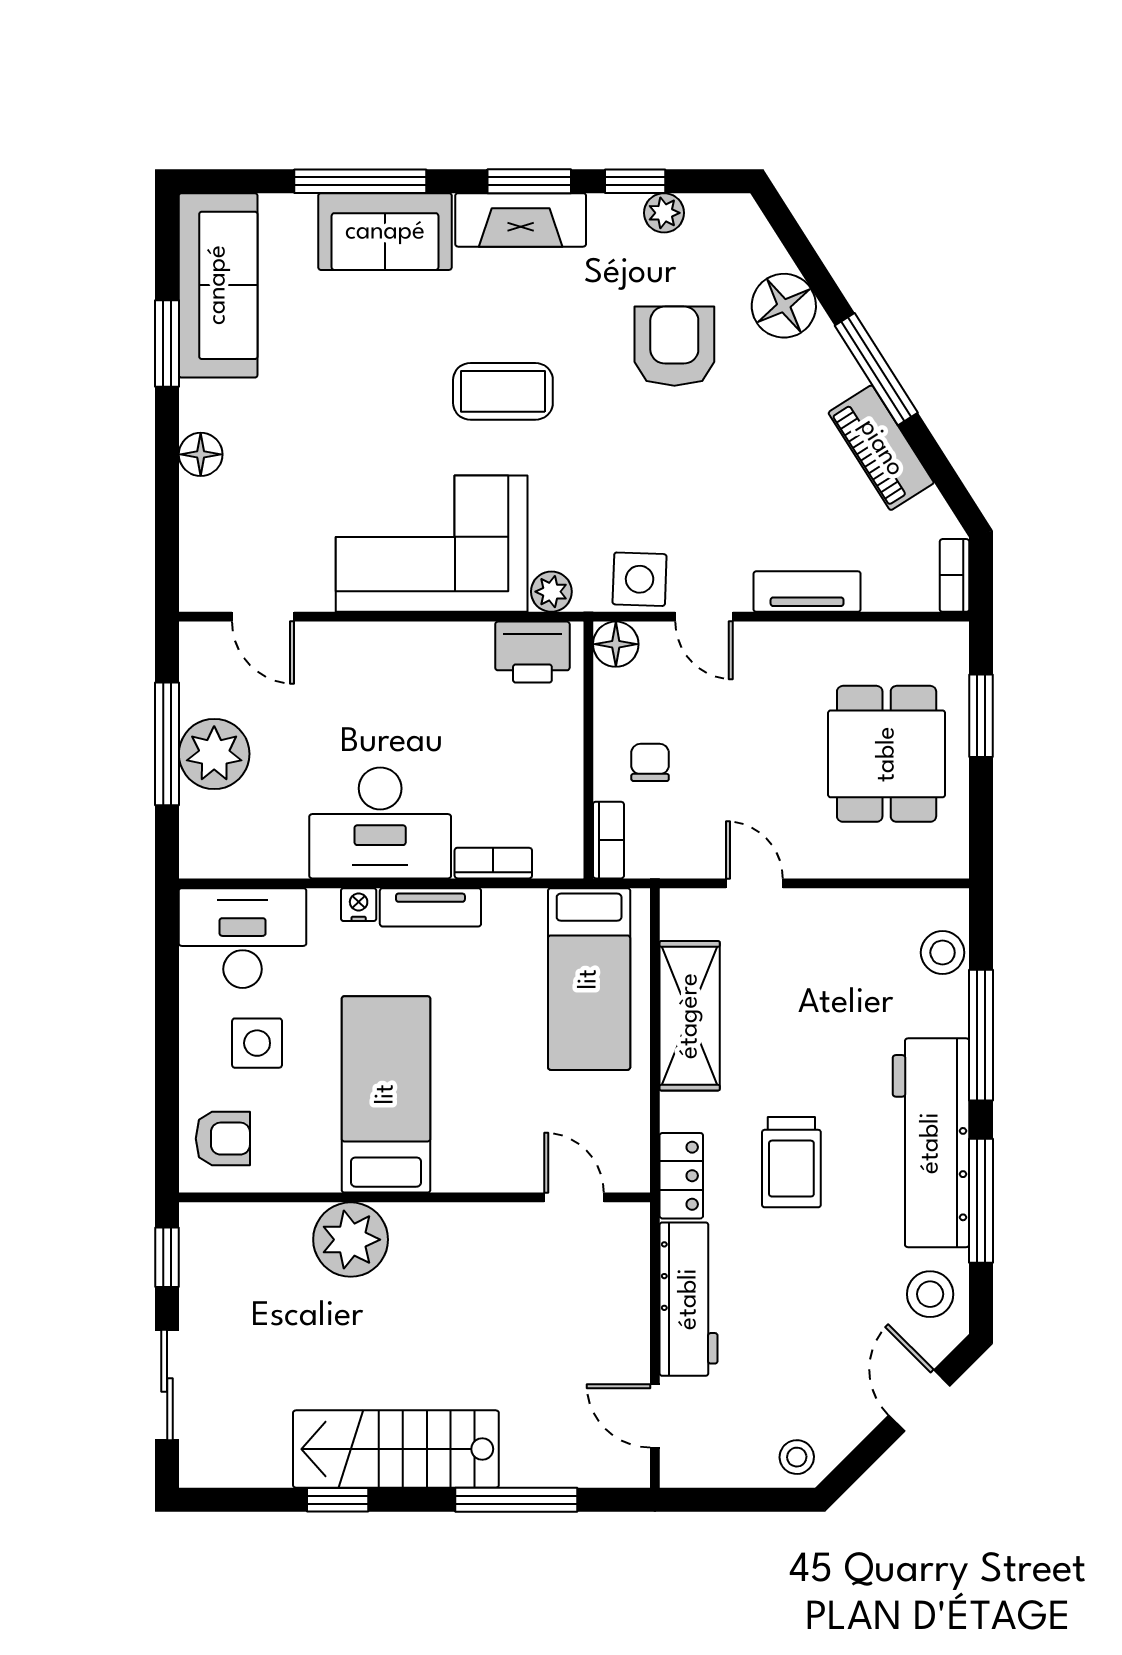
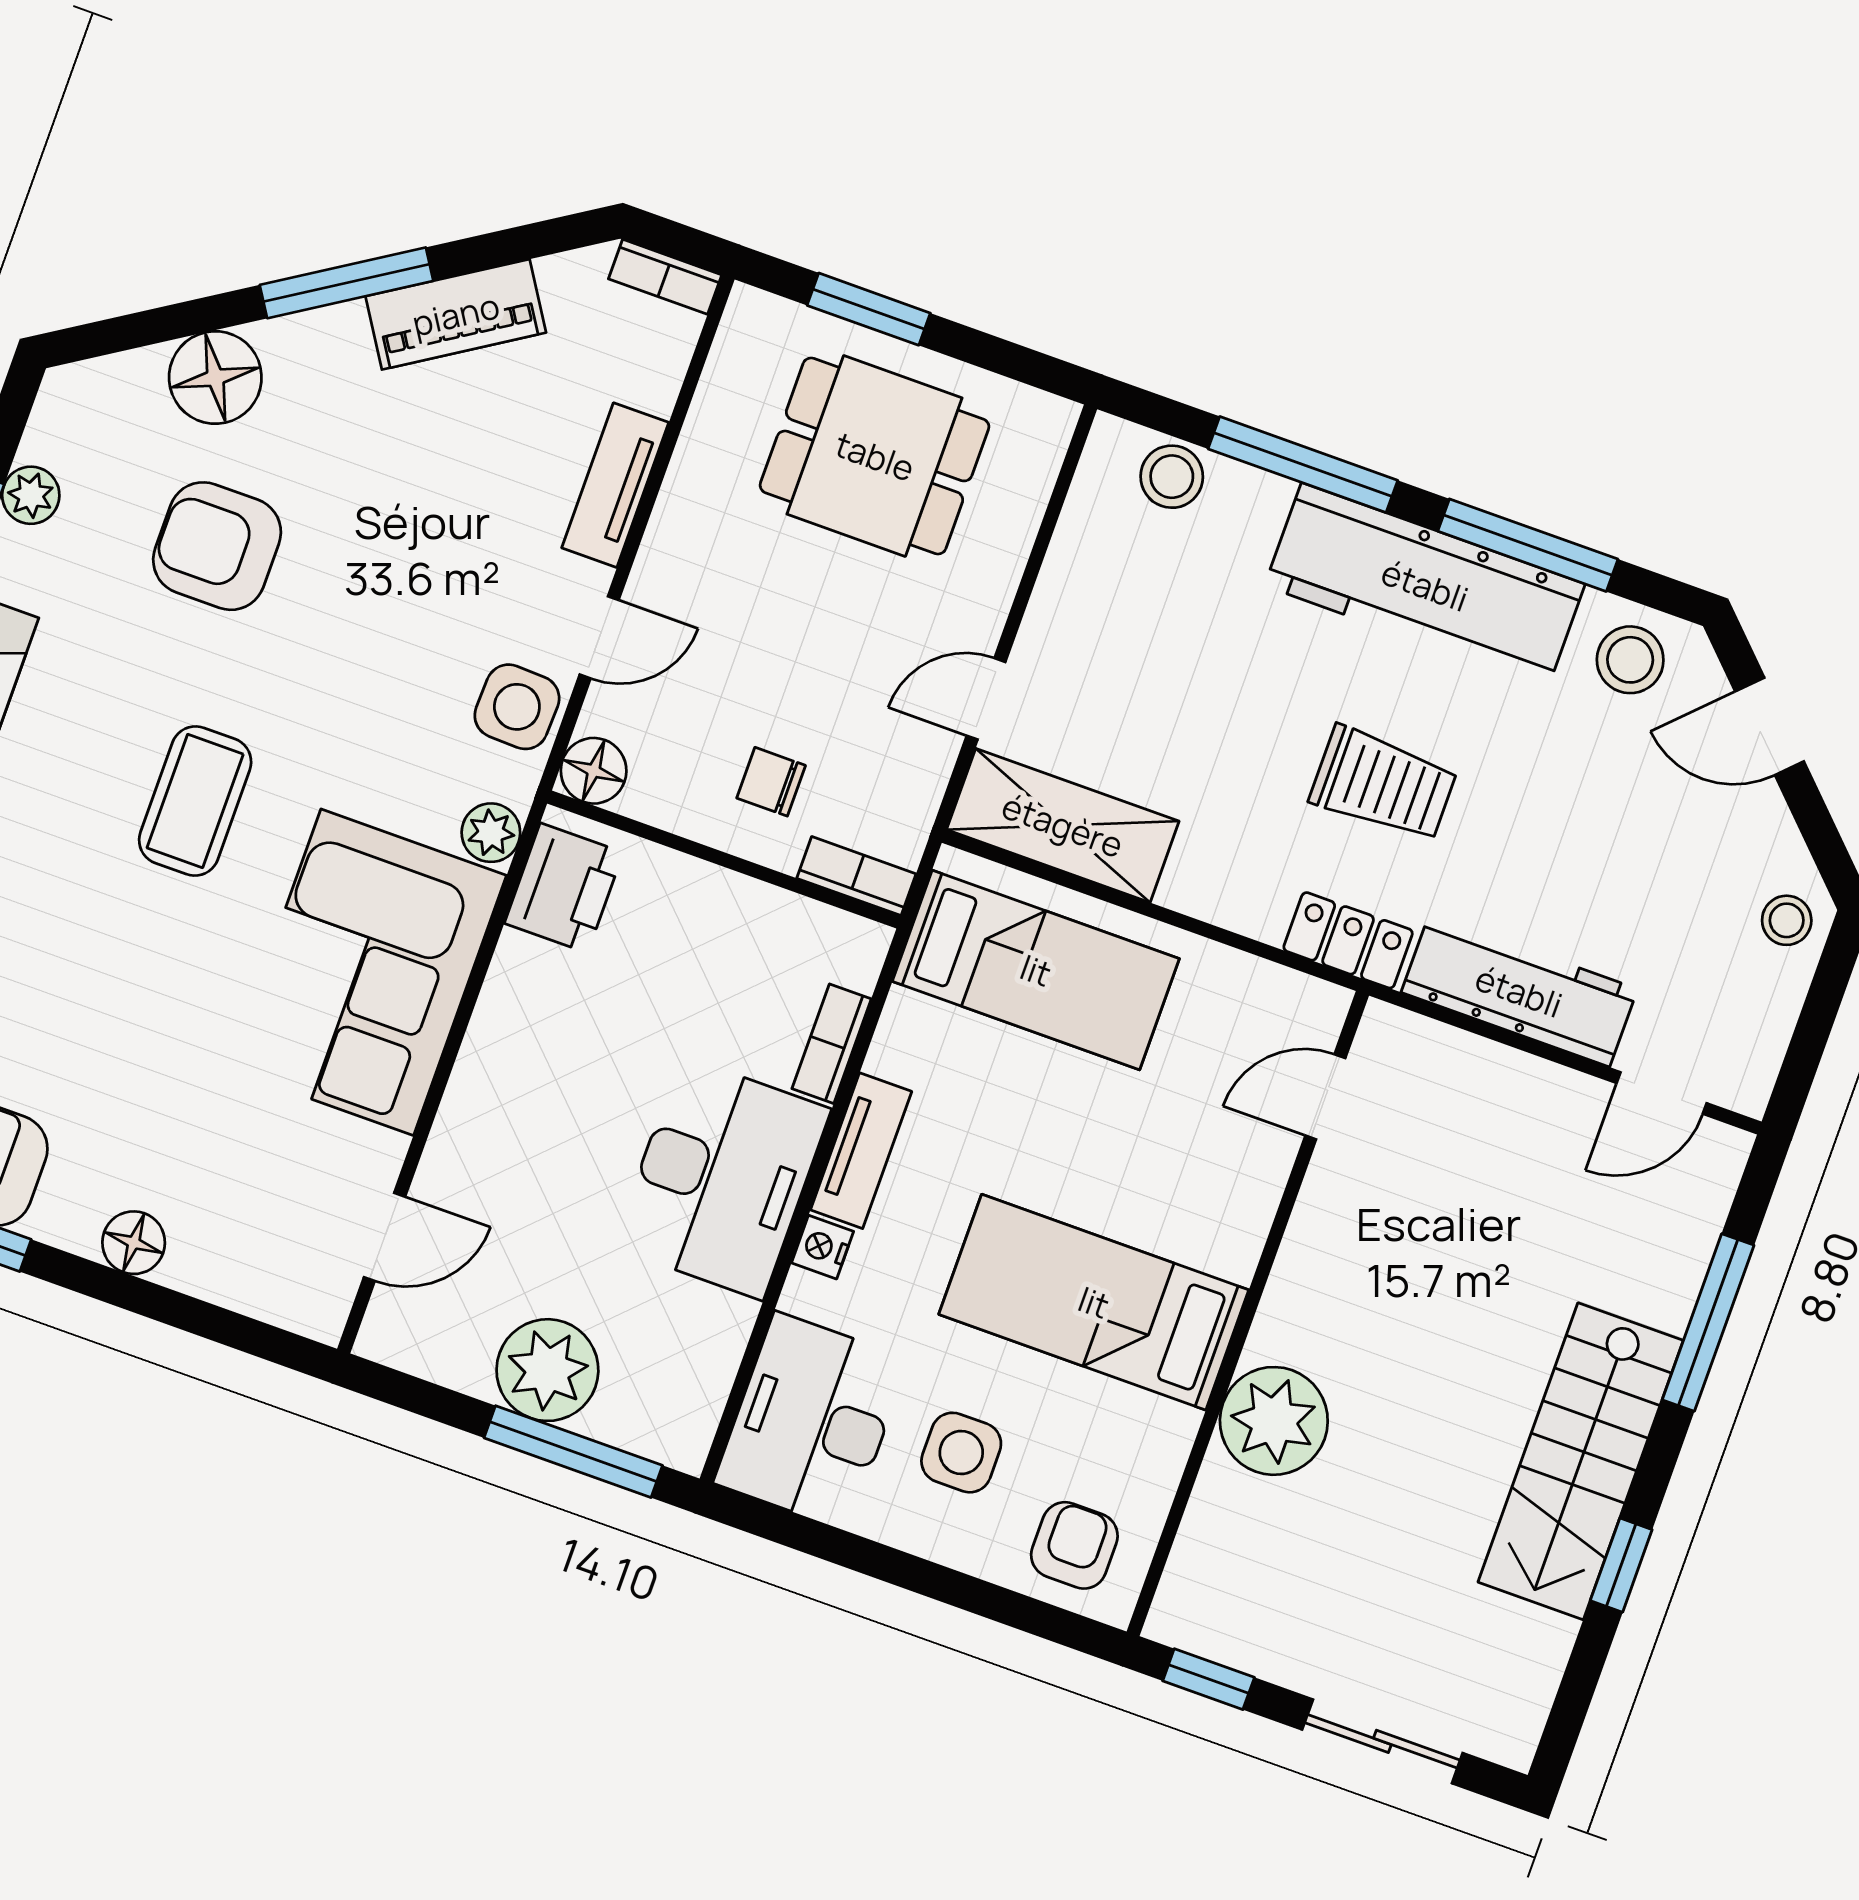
window: (167, 744) -> (573, 1452), moved
shelving: (690, 1016) -> (1063, 825), moved

